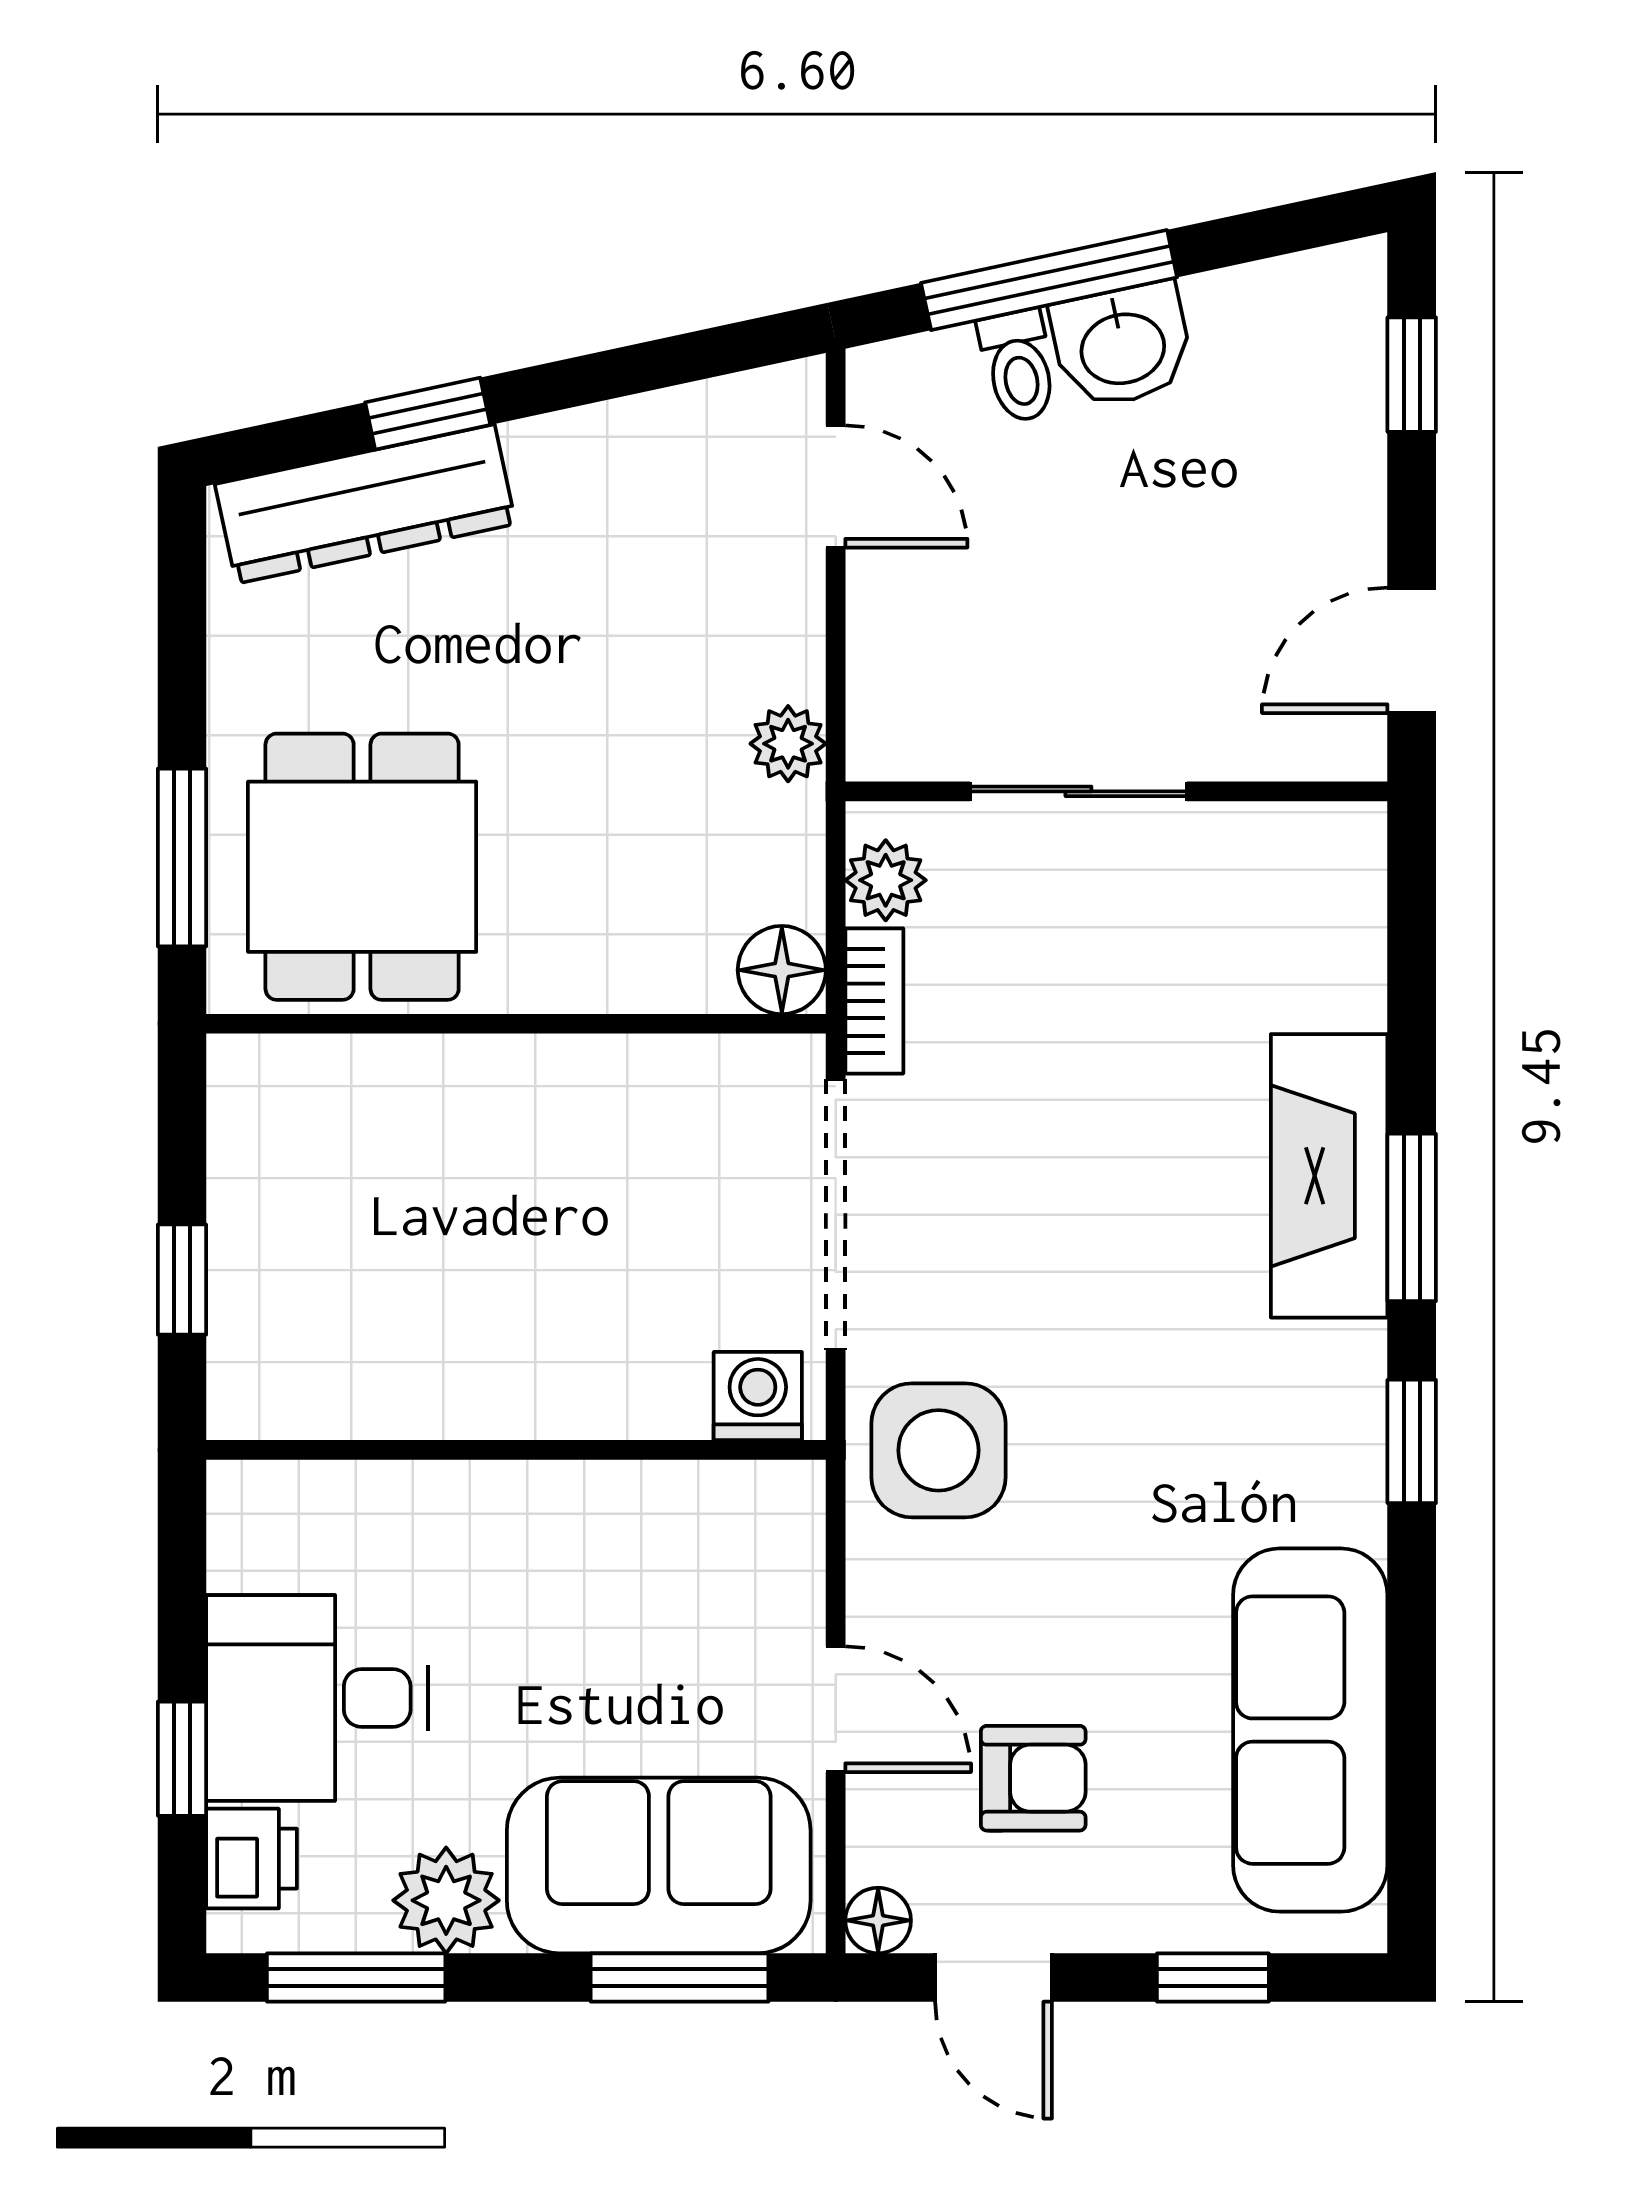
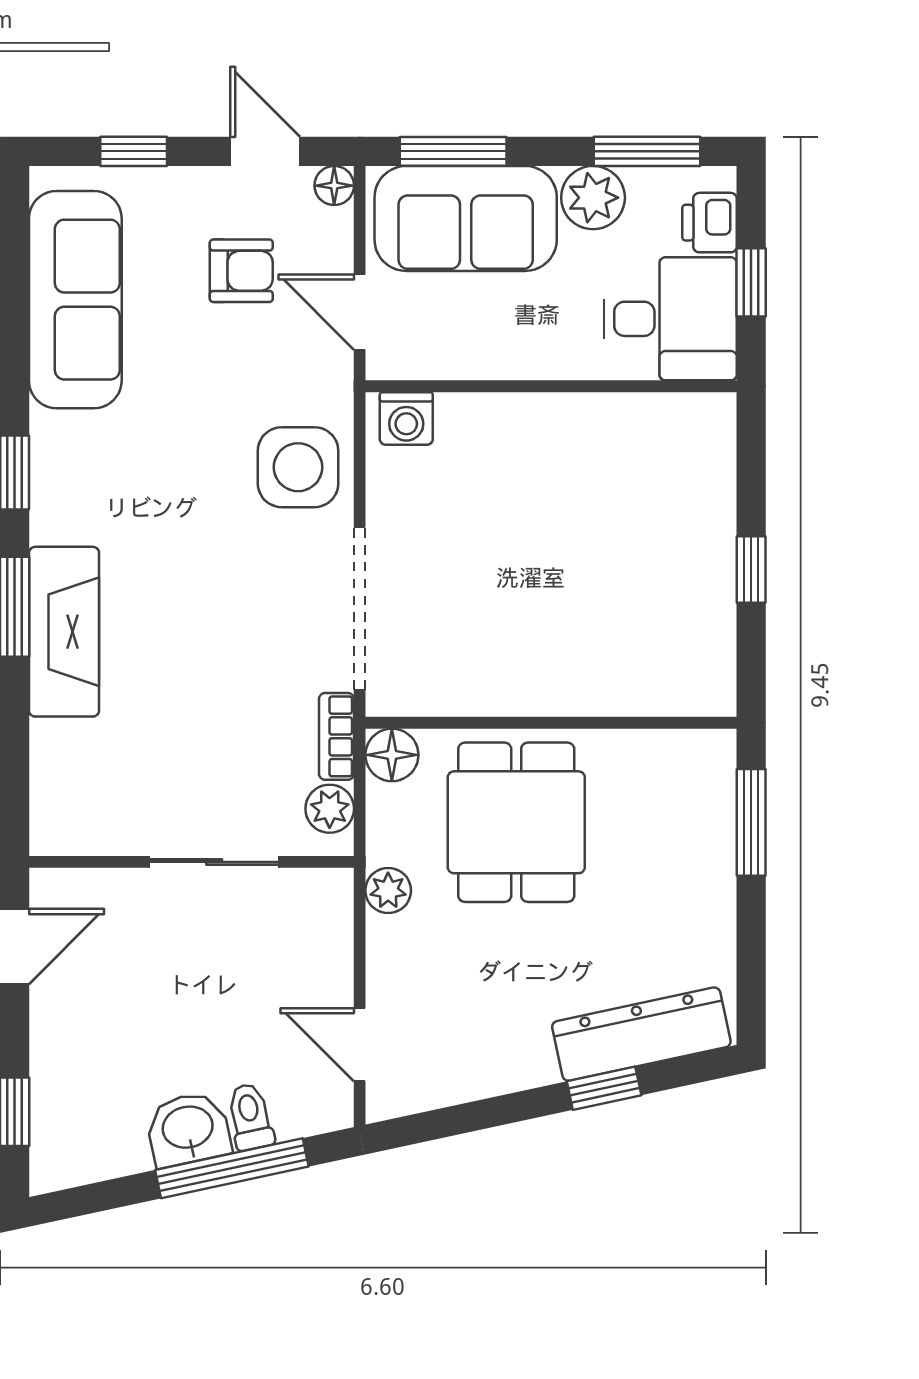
dining table: (362, 867) -> (516, 822), moved
washing machine: (758, 1396) -> (406, 419), moved
wall: (516, 1450) -> (551, 386), moved
armchair: (1033, 1778) -> (241, 271), turned 180

